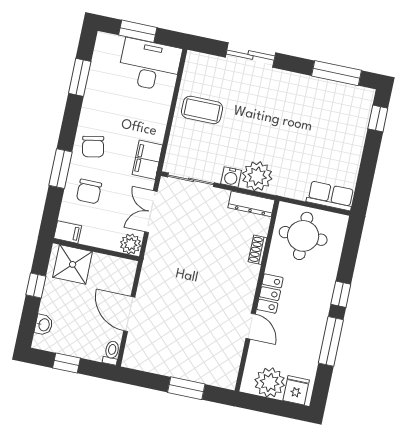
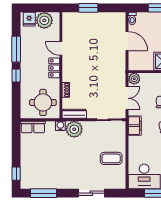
water cooler: (231, 177) -> (60, 126), moved

